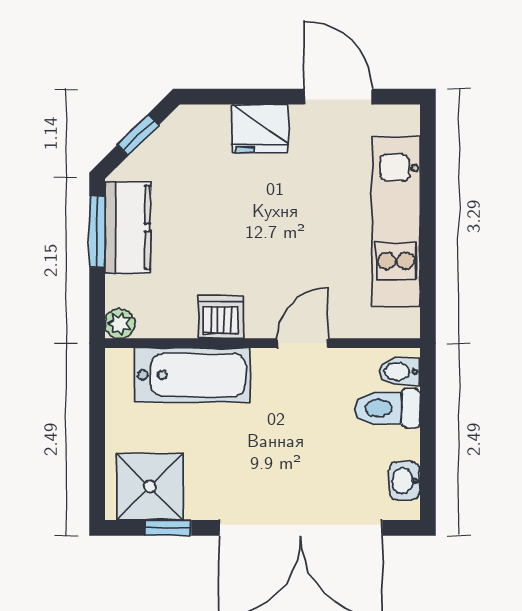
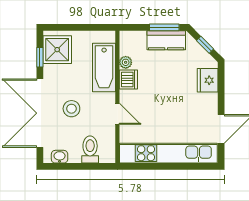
fridge: (260, 129) -> (208, 80), moved
kitchen unit: (396, 222) -> (168, 153), width x1.36
plant: (120, 324) -> (126, 62), moved
bidet: (400, 372) -> (105, 155), removed
stool: (290, 453) -> (71, 109), added

